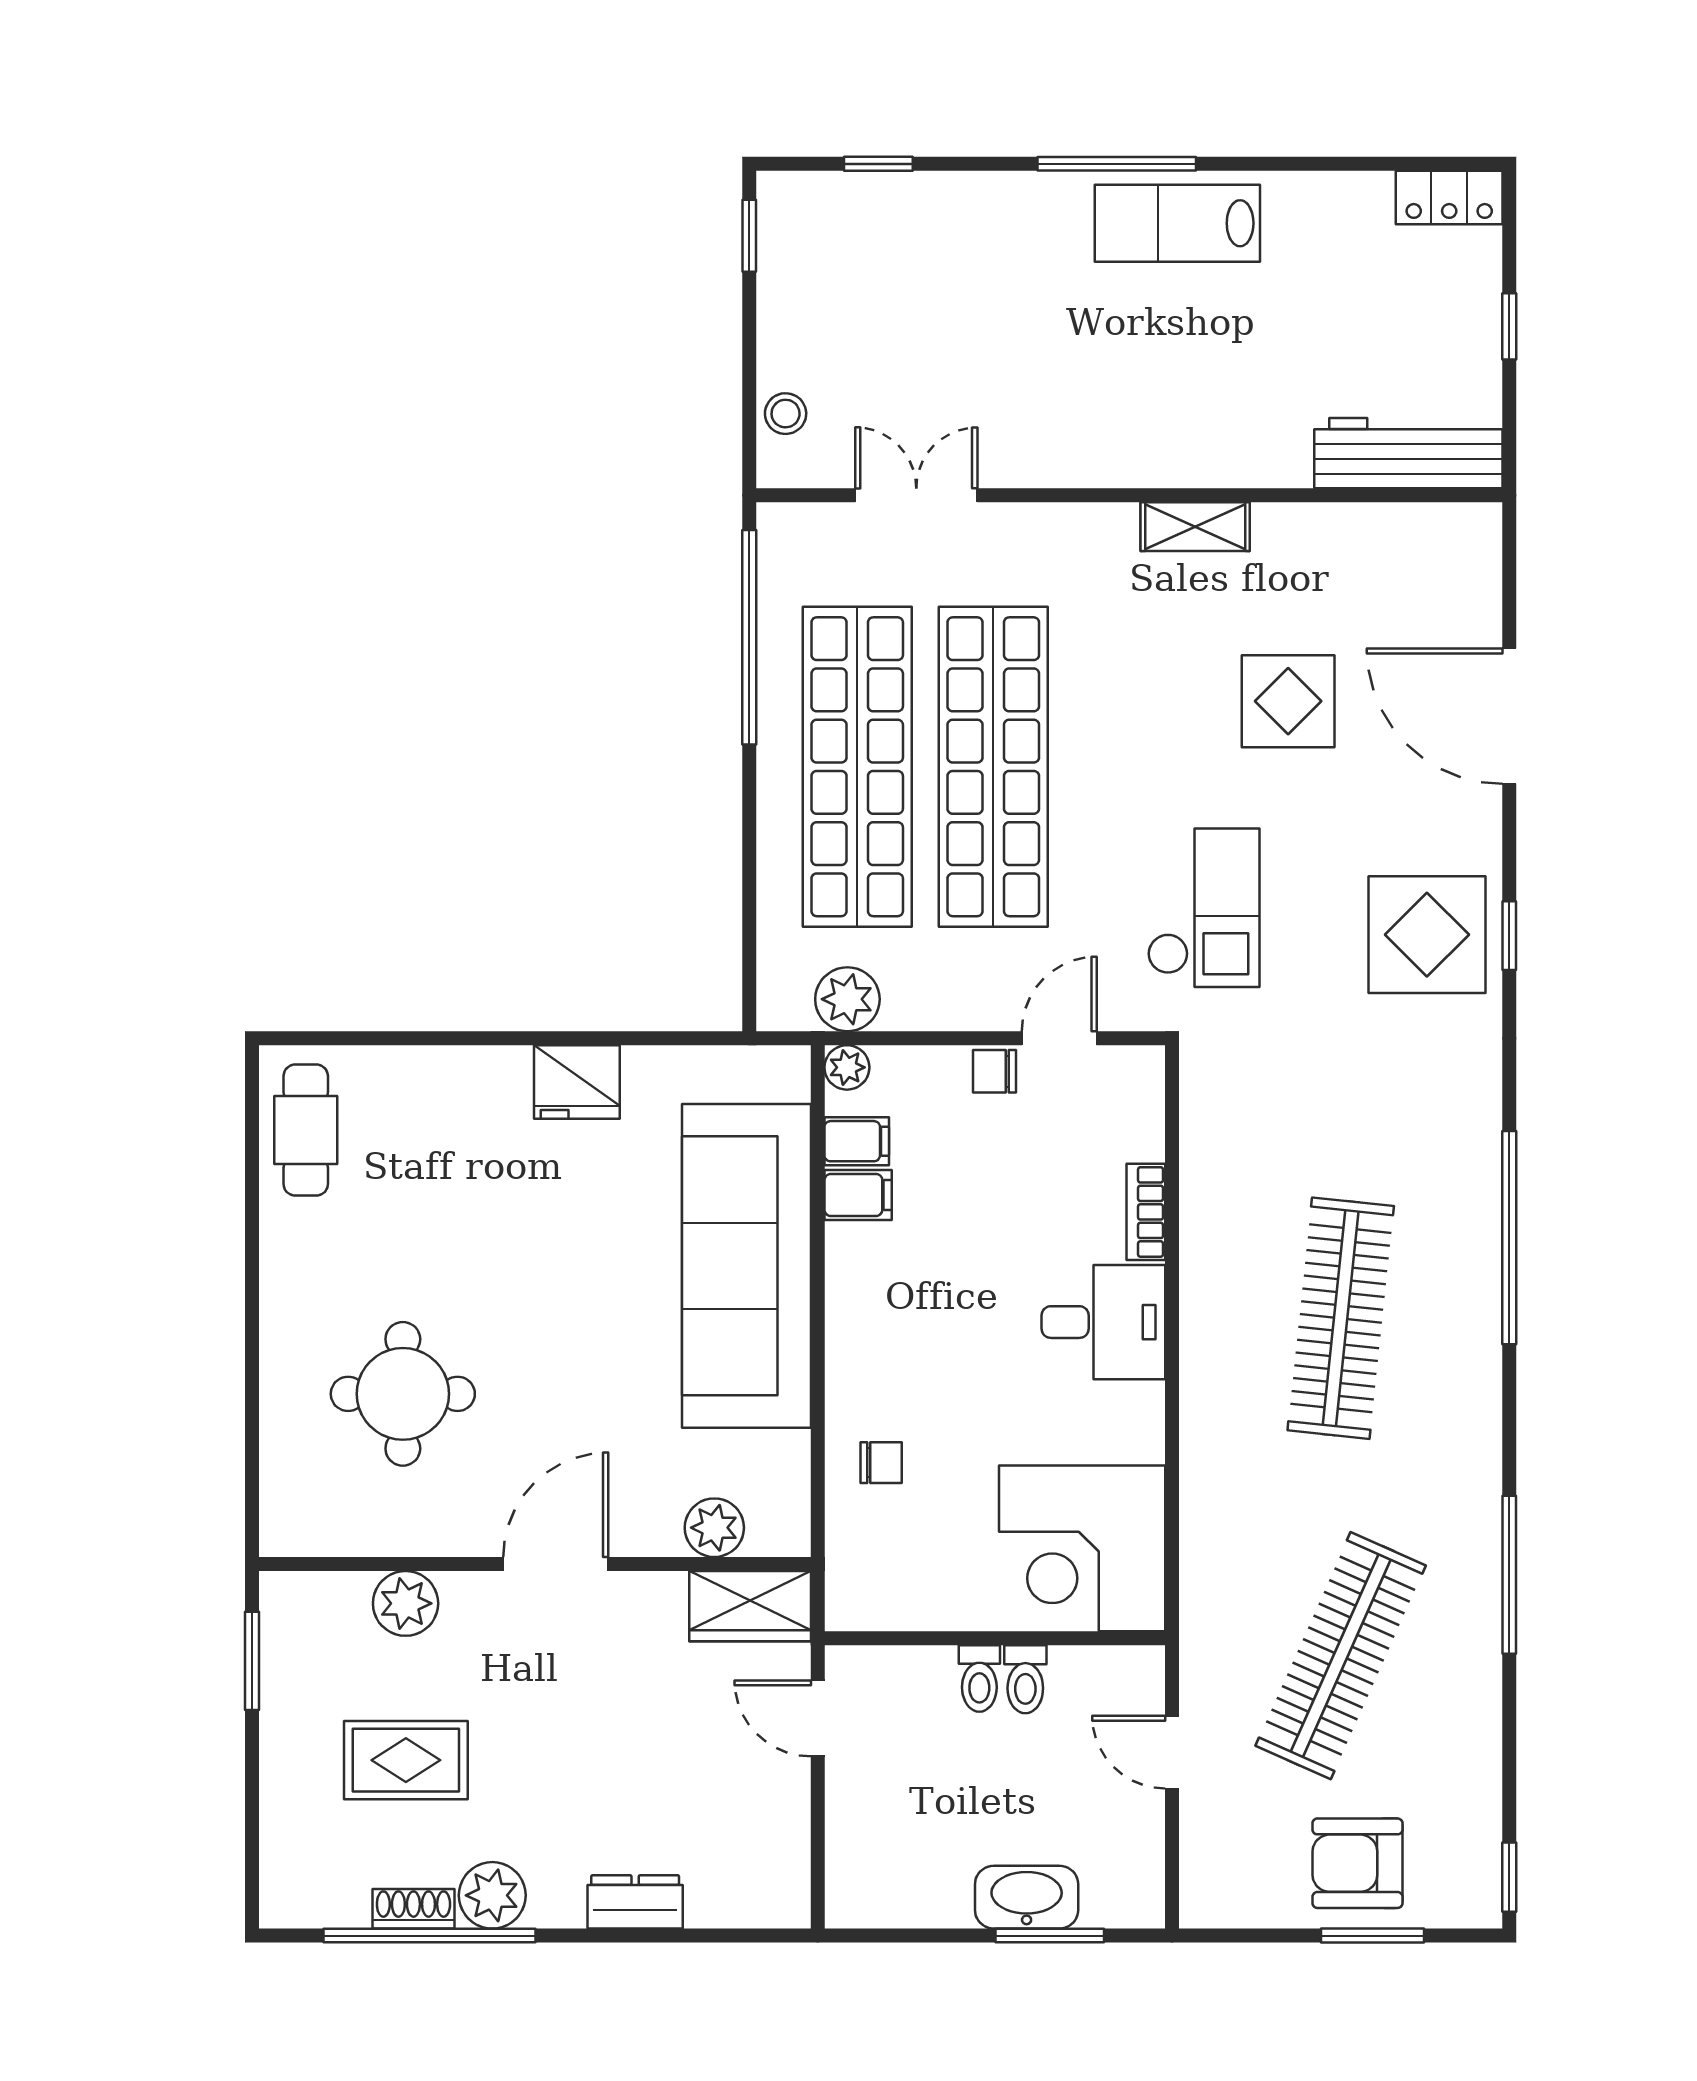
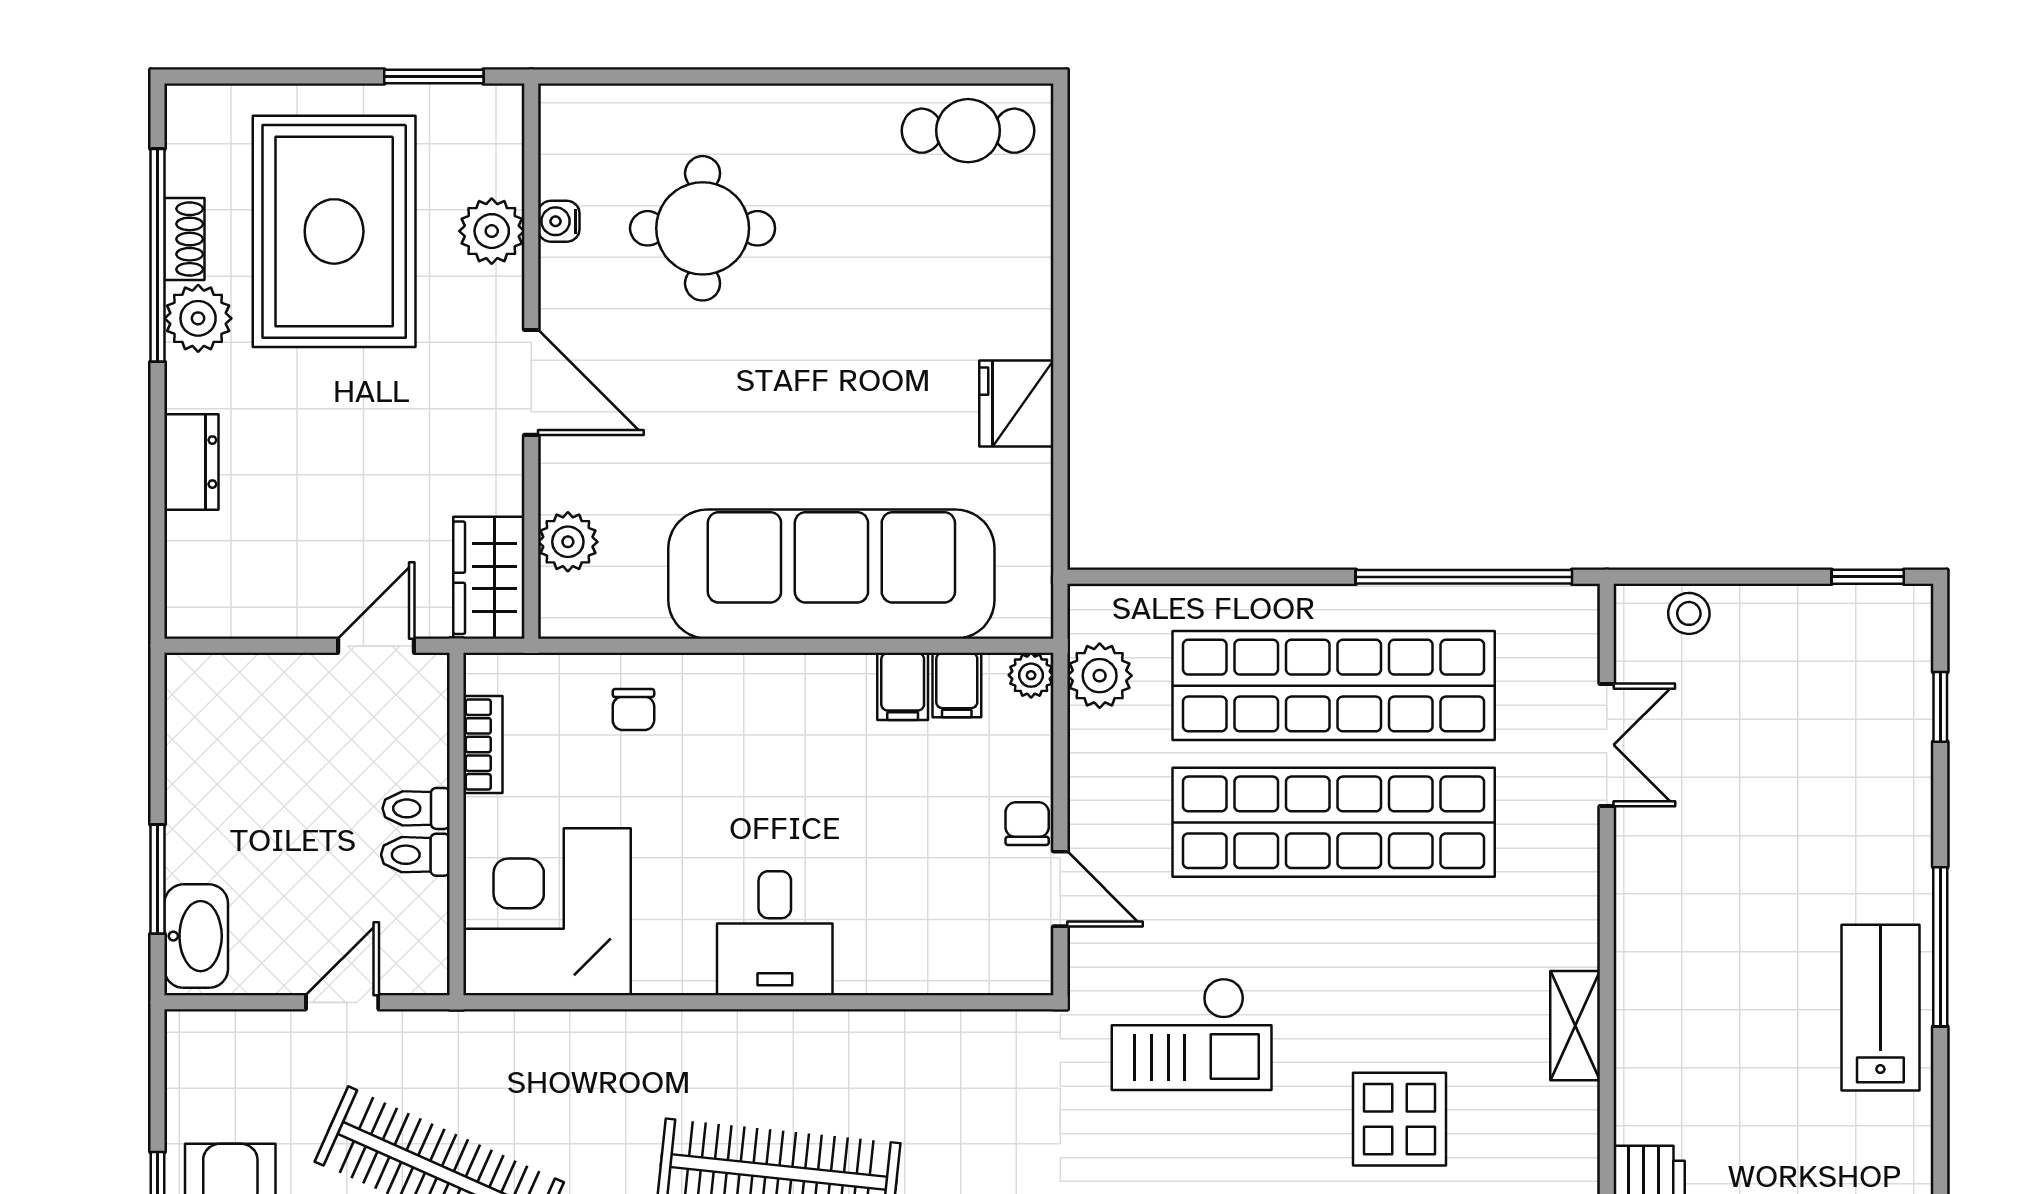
bookcase: (1146, 1212) -> (483, 745), moved, turned 90
water cooler: (396, 1537) -> (559, 221), added
rug: (406, 1760) -> (334, 231), width x1.86, depth x2.06
washbasin: (1027, 1897) -> (196, 936), moved

